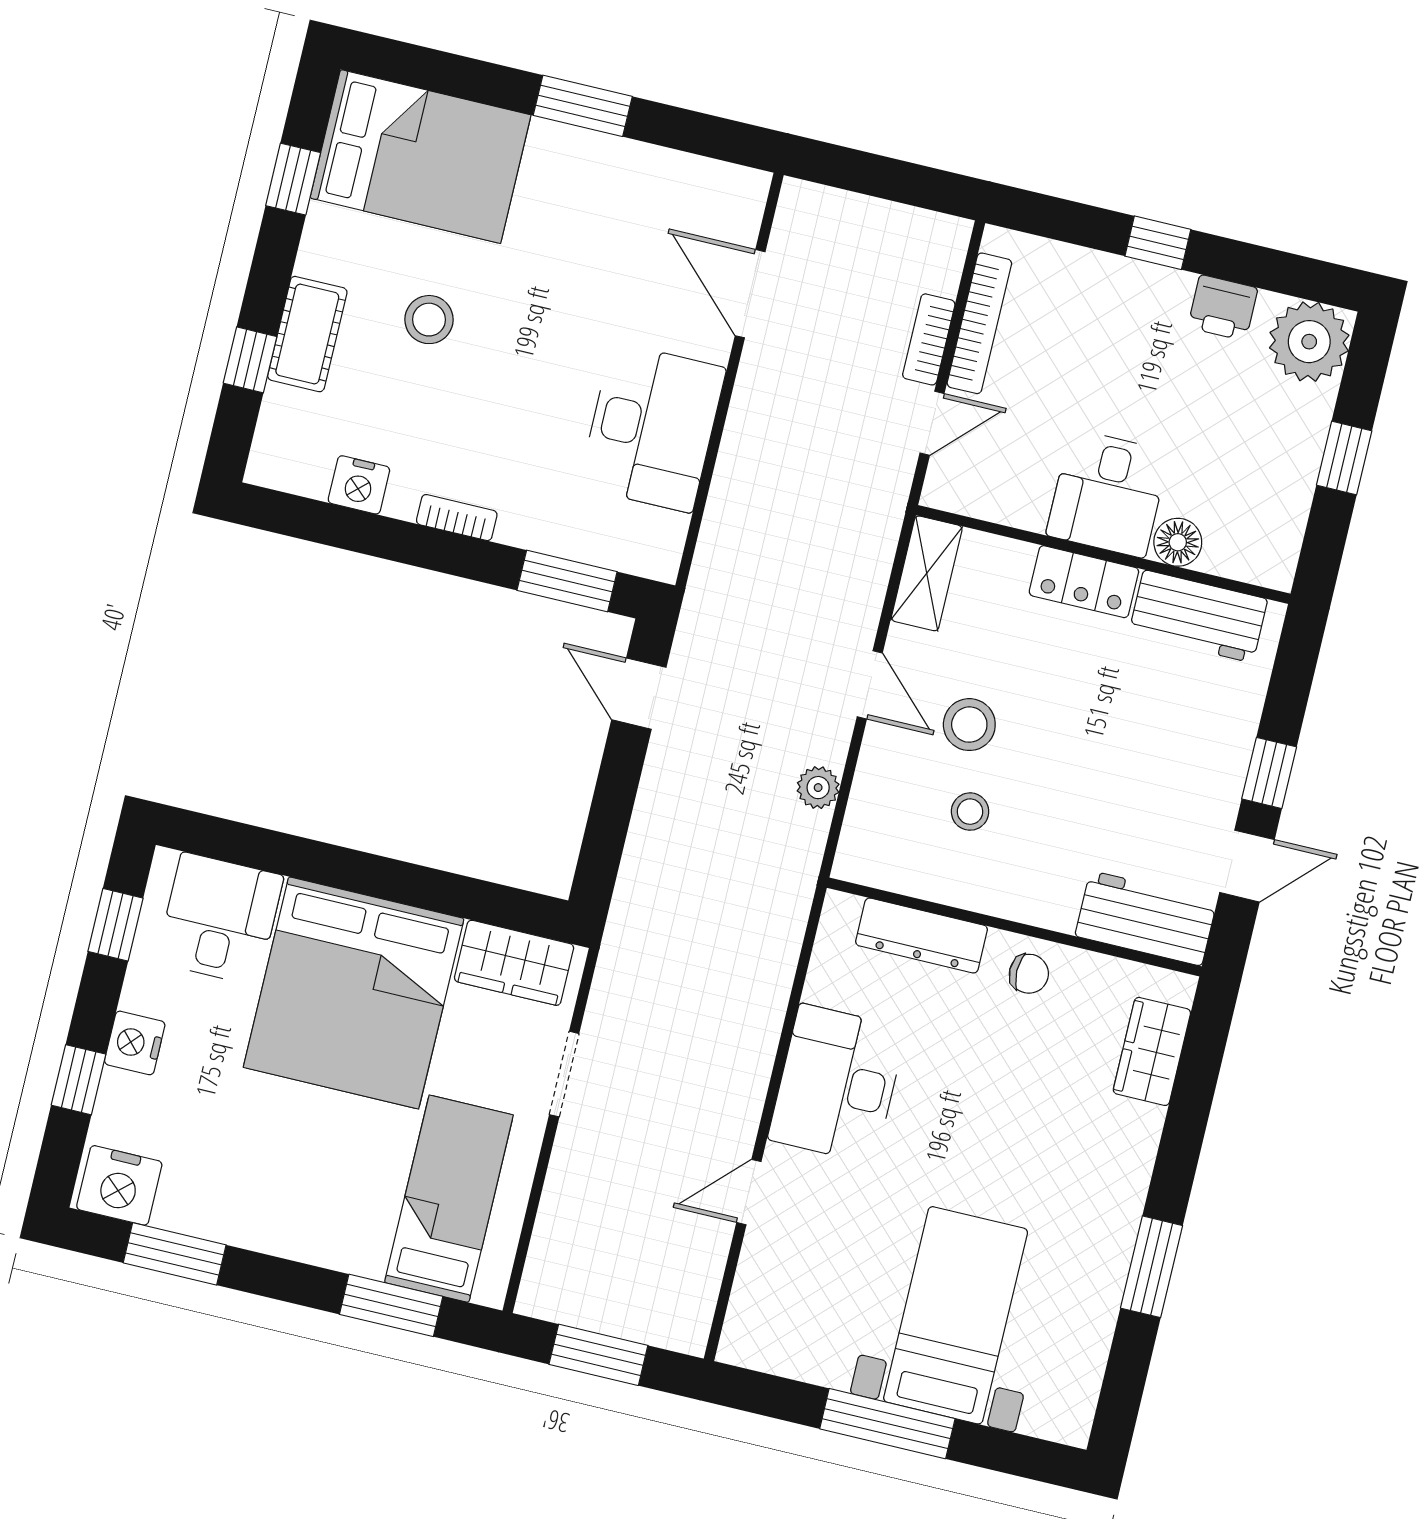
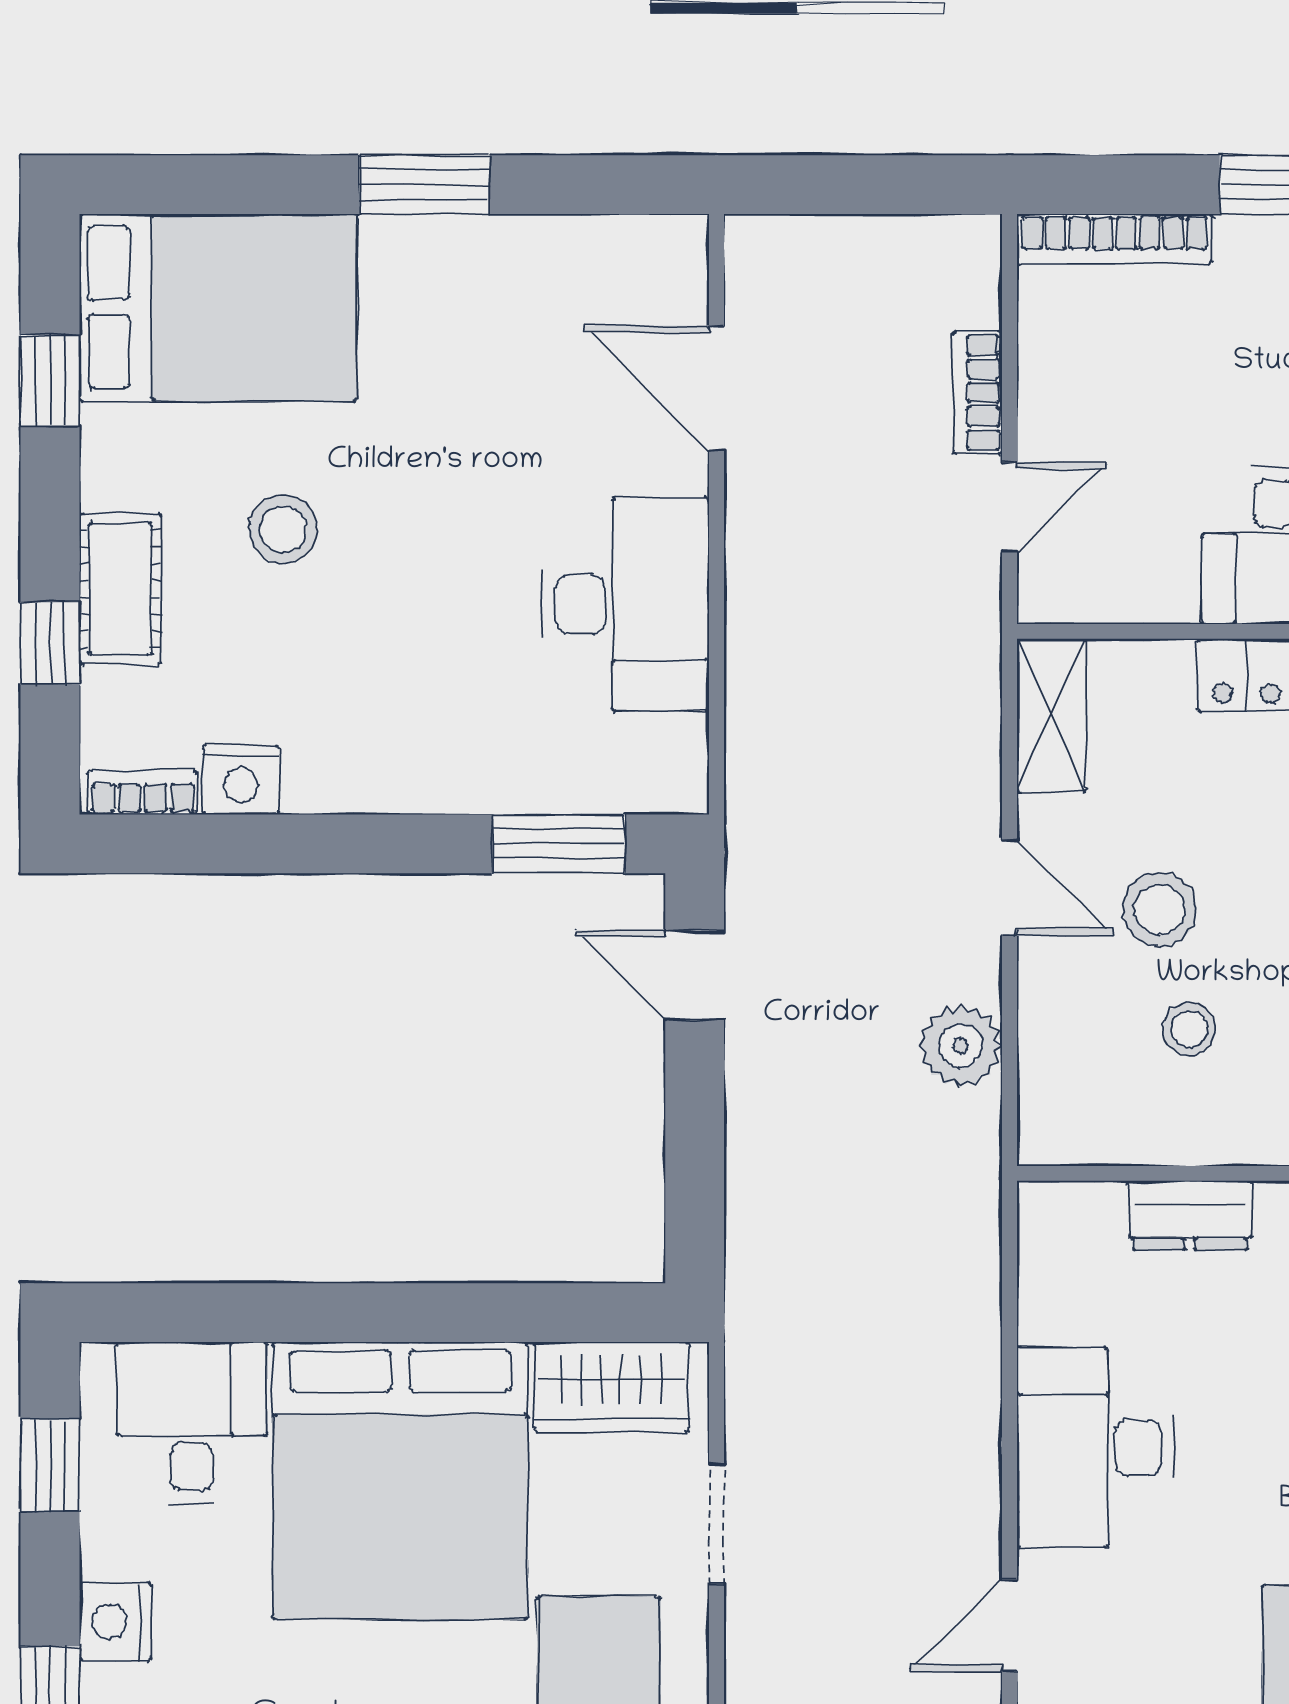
bookcase: (979, 323) -> (1115, 239), moved, turned 90
bookcase: (457, 518) -> (143, 793), moved
plant: (818, 788) -> (961, 1046), width x1.38, depth x1.38
dresser: (922, 936) -> (1190, 1216), width x0.70

